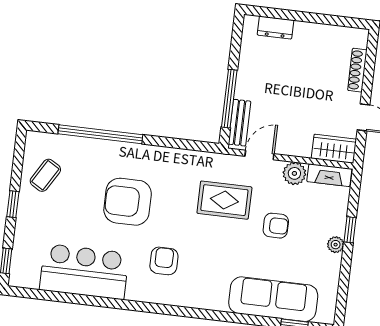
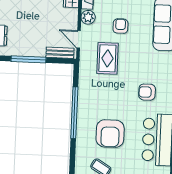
window: (229, 99) -> (29, 59), moved
window: (100, 134) -> (74, 113), moved
armchair: (128, 202) -> (110, 134), moved

